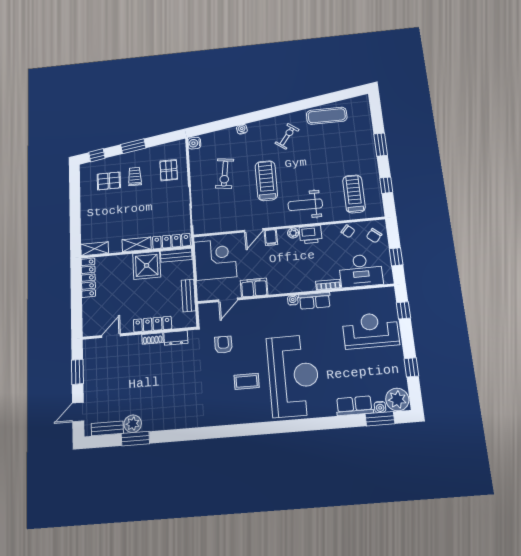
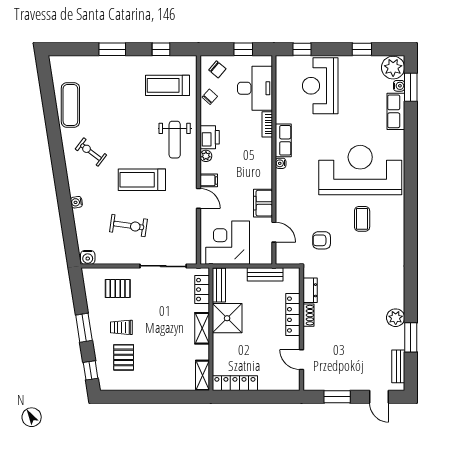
locker: (171, 241) -> (202, 290), width x0.66
plant: (133, 424) -> (396, 318), moved

